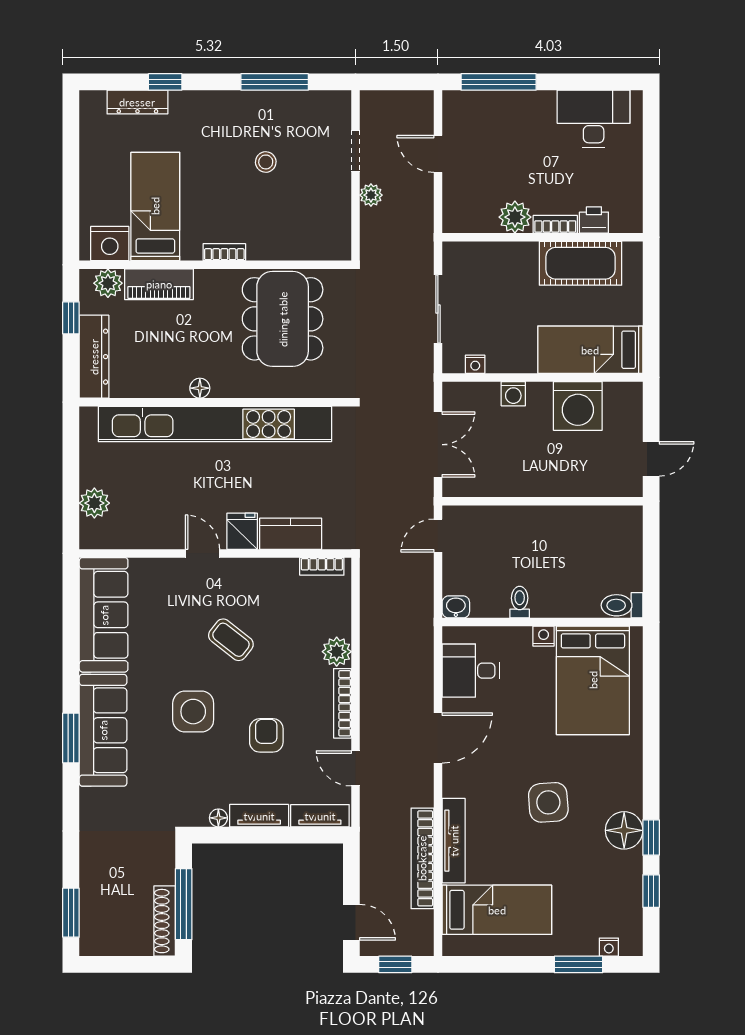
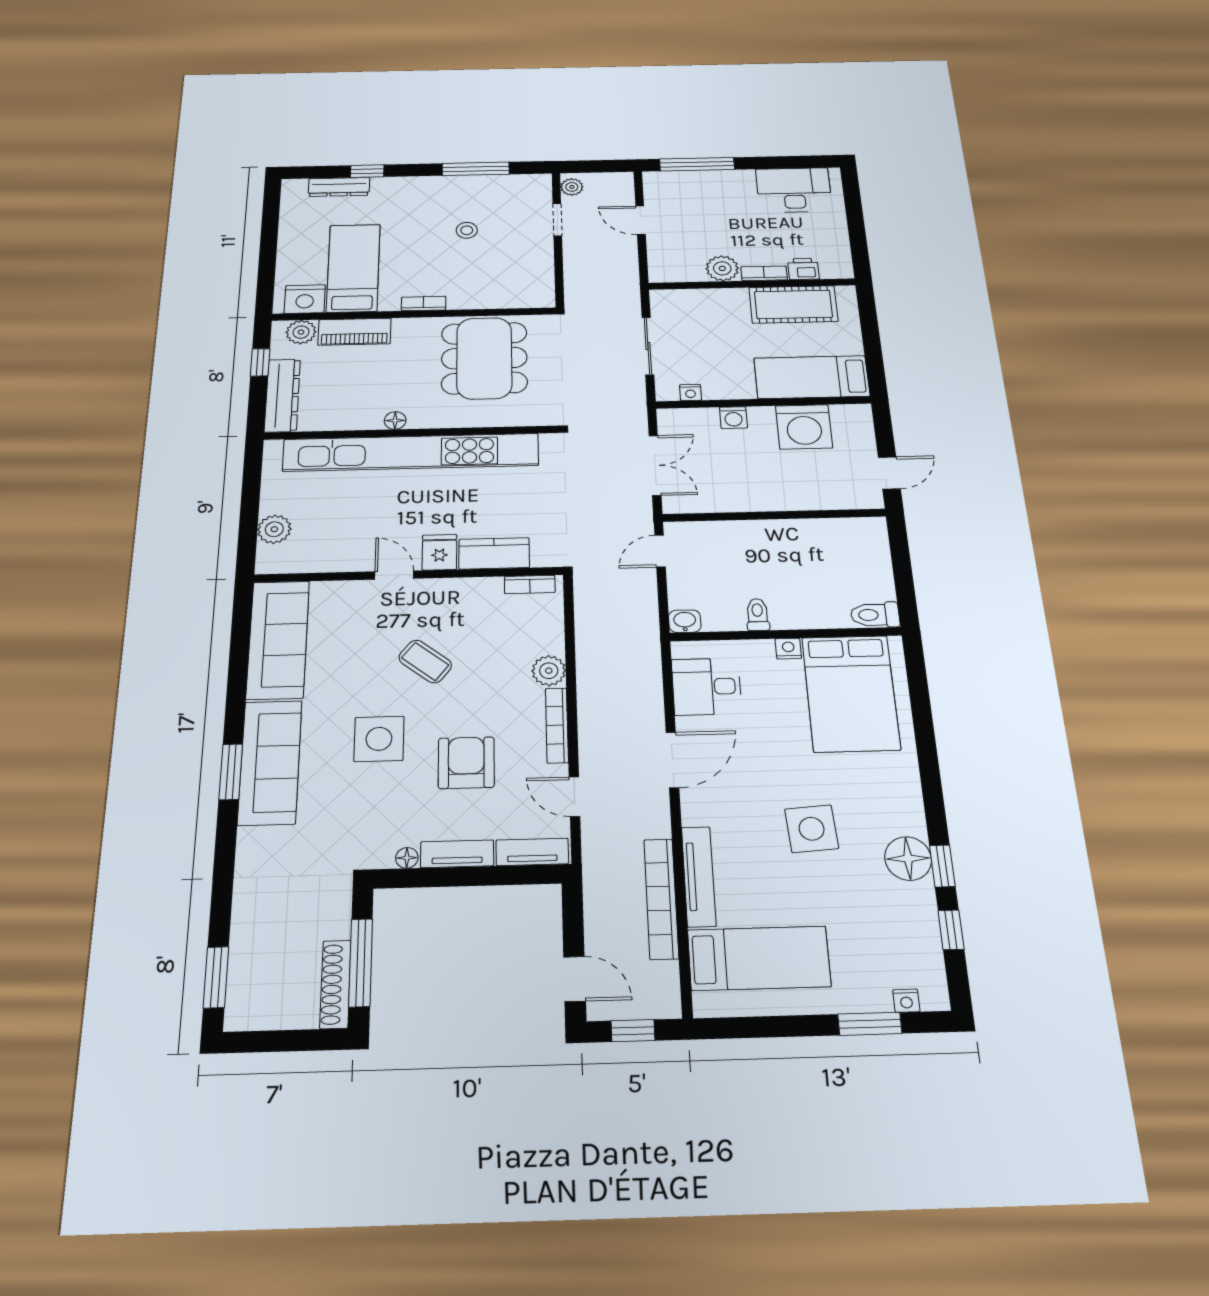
plant: (371, 195) -> (572, 187), moved
armchair: (266, 735) -> (466, 763), width x1.38, depth x1.38

